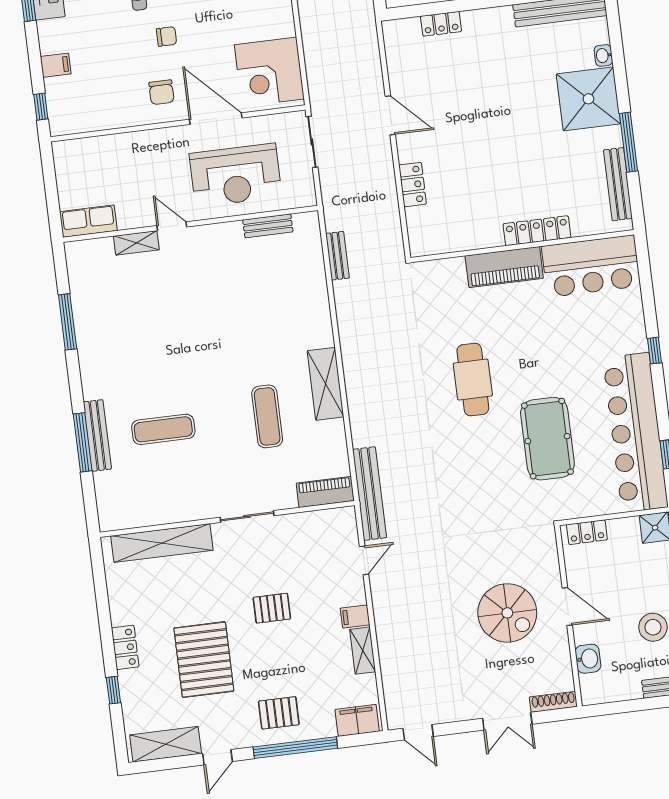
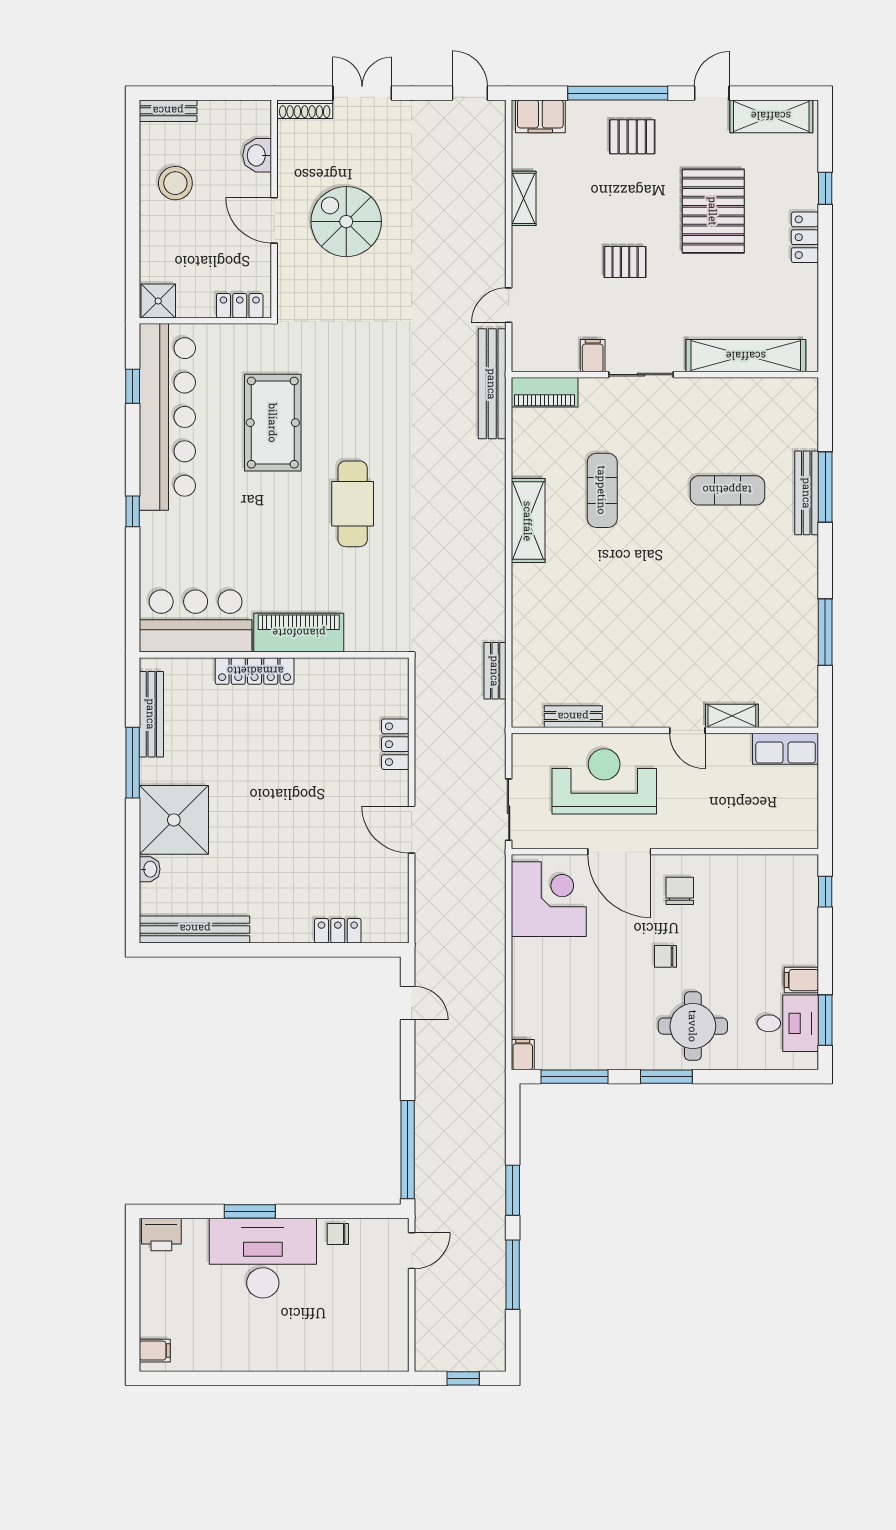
filing cabinet: (56, 65) -> (801, 980), moved
filing cabinet: (355, 616) -> (593, 356), moved, turned -90

